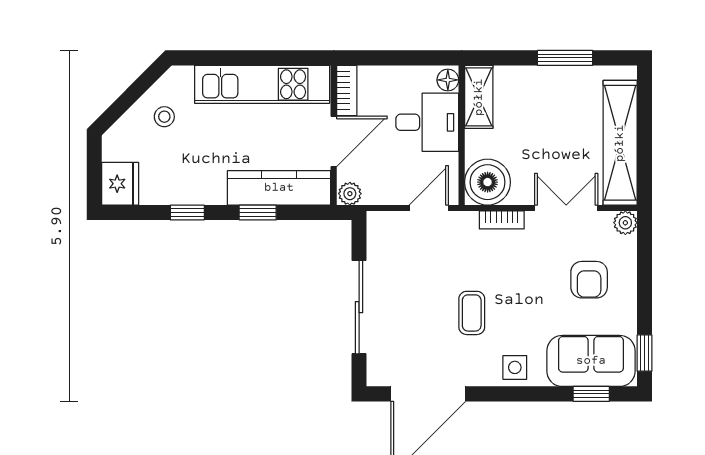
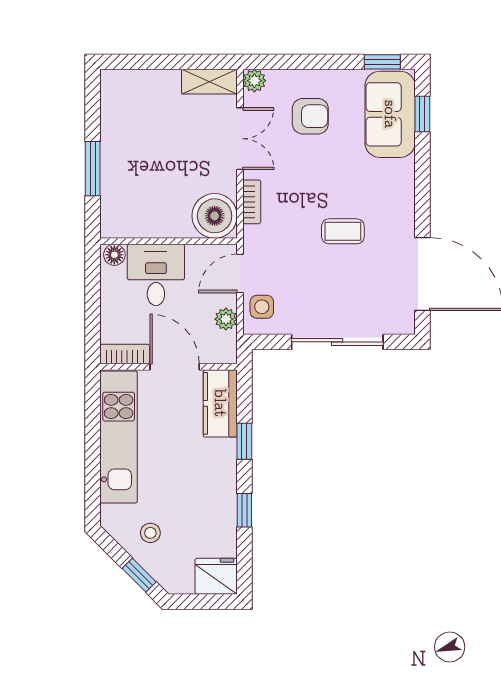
window: (565, 58) -> (93, 169), moved
shelving: (479, 97) -> (131, 224), removed
window: (121, 105) -> (139, 575), added
shelving: (620, 143) -> (209, 82), width x0.45, depth x0.75
kitchen counter: (279, 188) -> (220, 403), width x0.67
plant: (350, 194) -> (226, 319), moved
door: (429, 208) -> (240, 274), hinge flipped
double door: (566, 208) -> (240, 139), swing flipped
side table: (515, 367) -> (262, 307), moved

